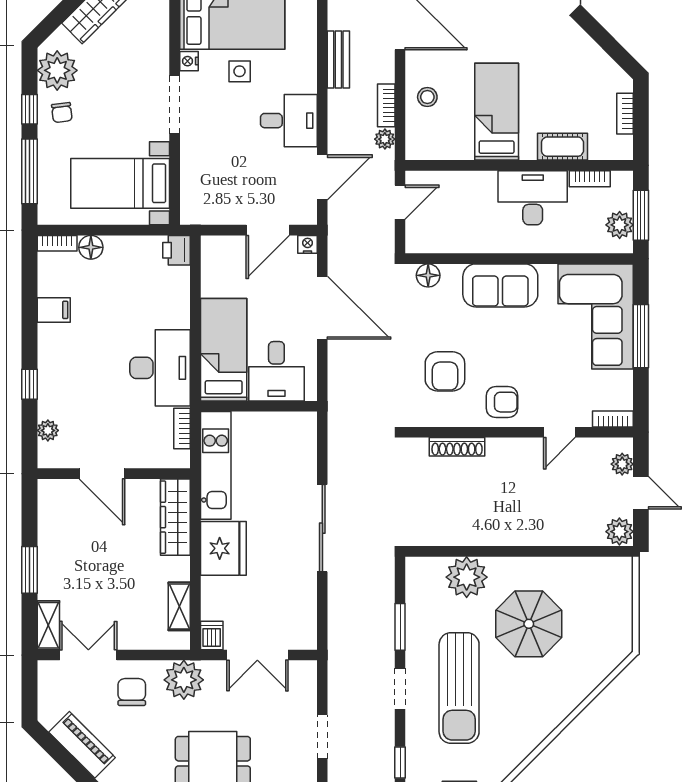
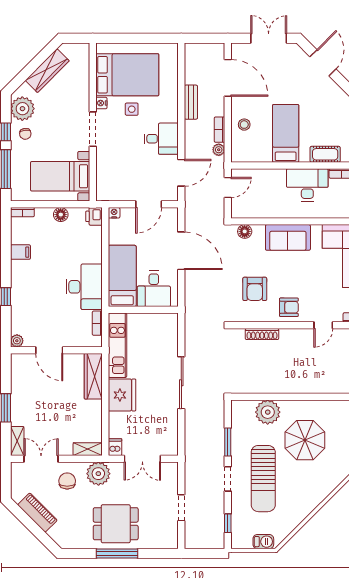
nightstand: (308, 244) -> (114, 213), moved
floor lamp: (91, 247) -> (61, 215), moved
plant: (48, 430) -> (17, 341), moved
shelving: (179, 606) -> (88, 449), moved, turned 90

